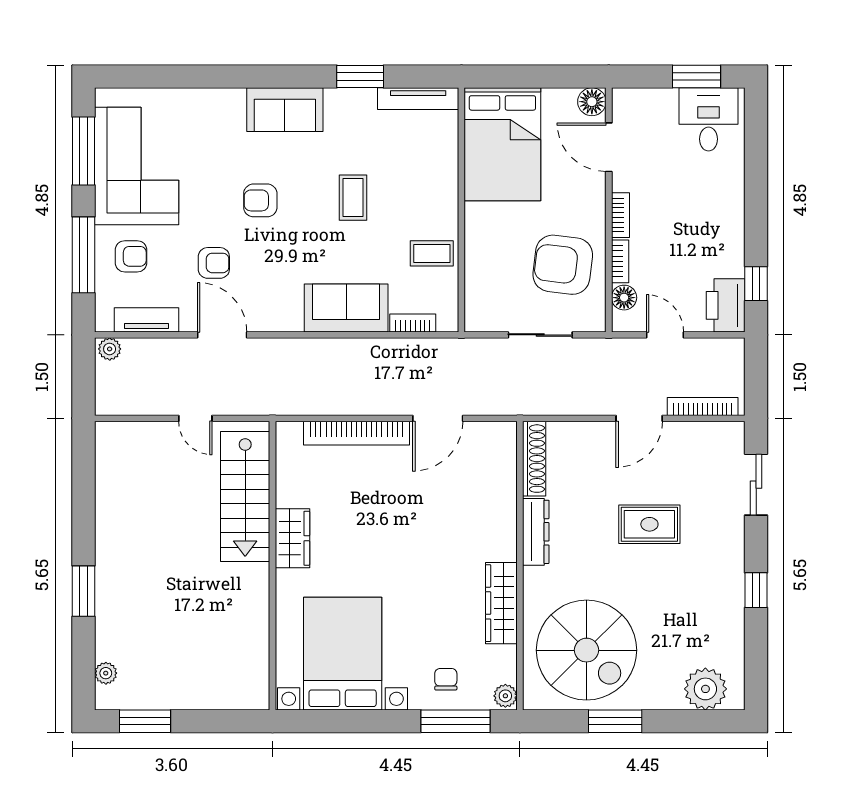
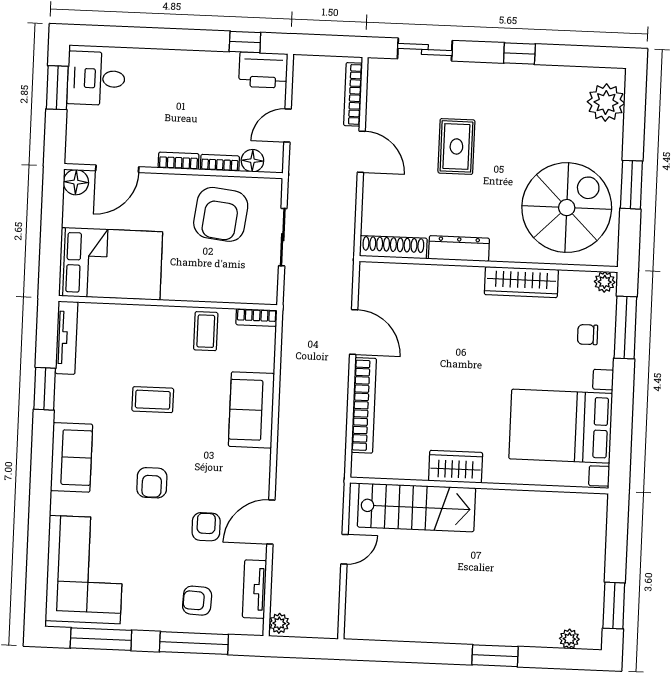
corner sofa: (137, 166) -> (85, 570), moved, turned 90
armchair: (131, 256) -> (197, 601), turned -87
bookcase: (413, 323) -> (257, 317), moved, turned -90

